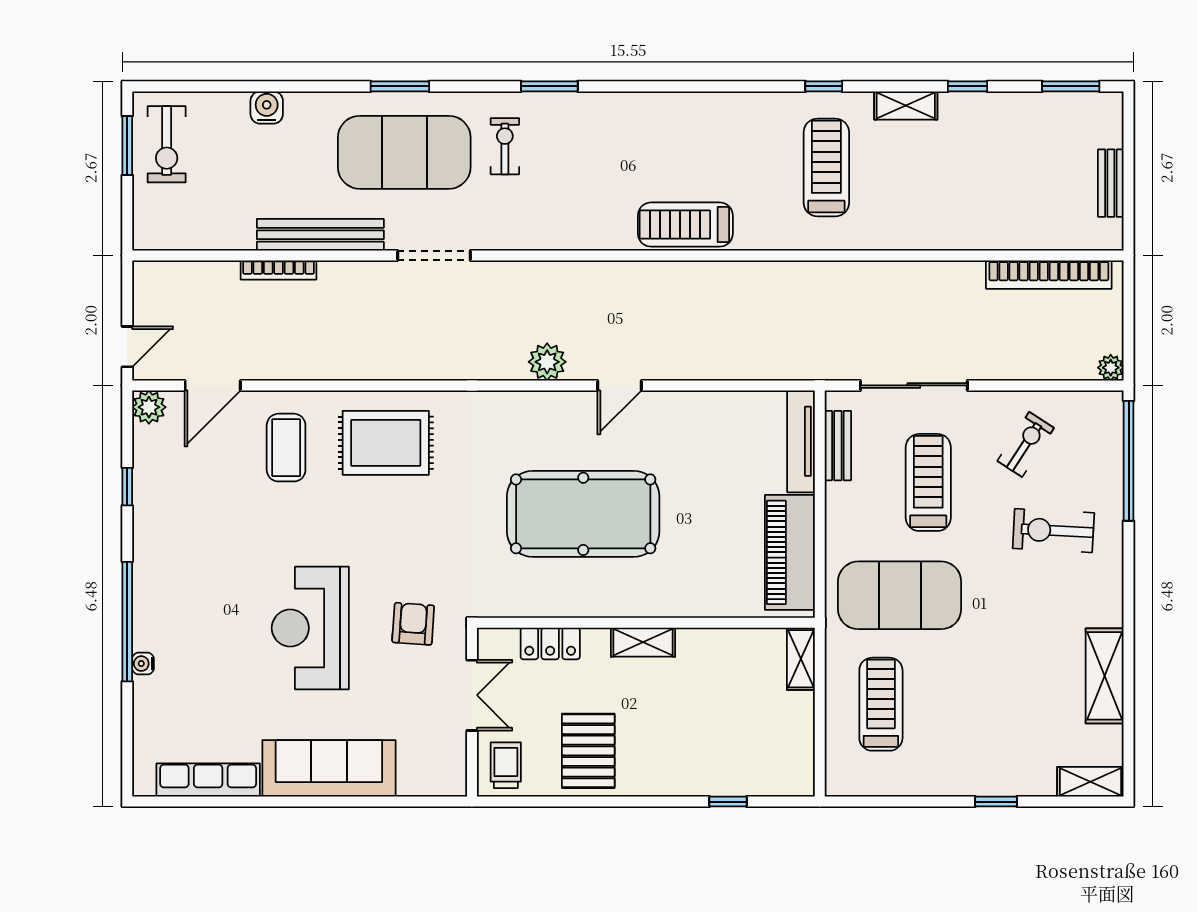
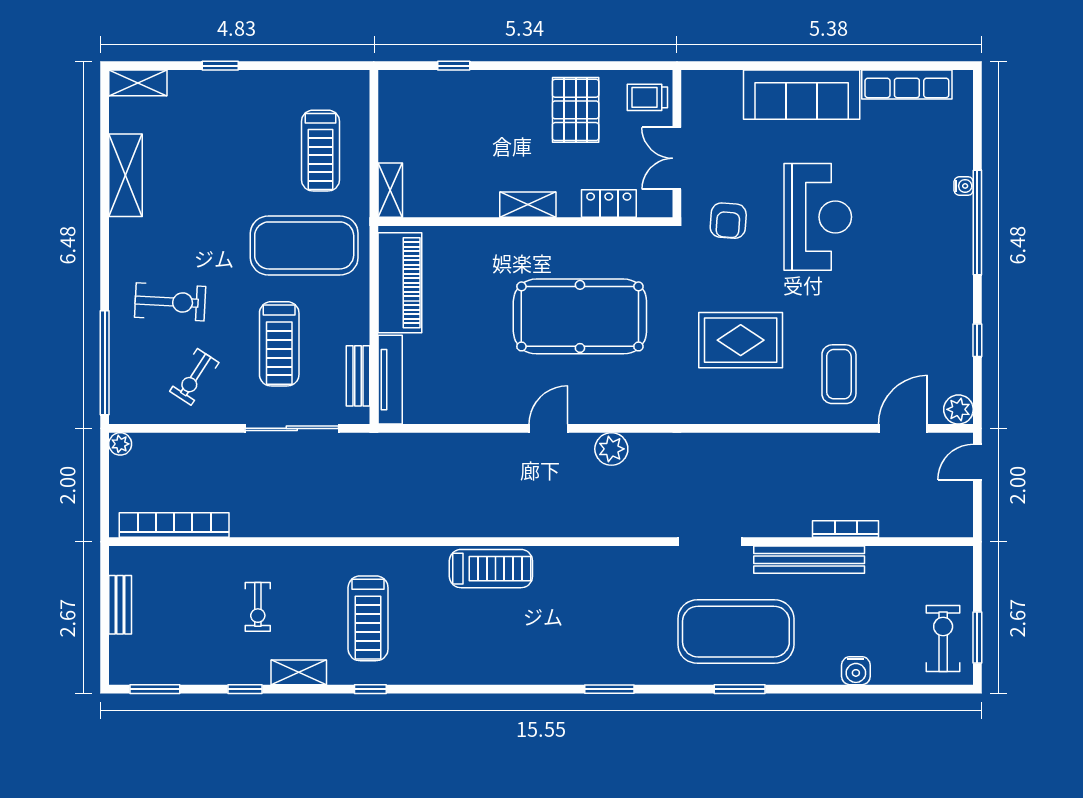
exercise bike: (505, 146) -> (258, 607), moved
rug: (386, 443) -> (741, 340), moved
trolley: (506, 765) -> (647, 97), turned 90

